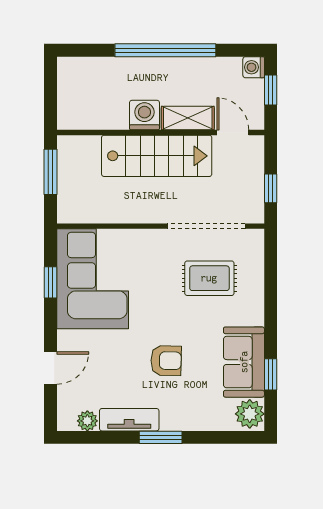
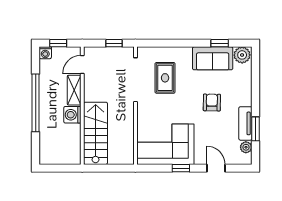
stairs: (157, 156) -> (96, 133), moved
window: (50, 172) -> (105, 168), removed
window: (50, 282) -> (181, 168), moved
window: (161, 437) -> (255, 129), moved

